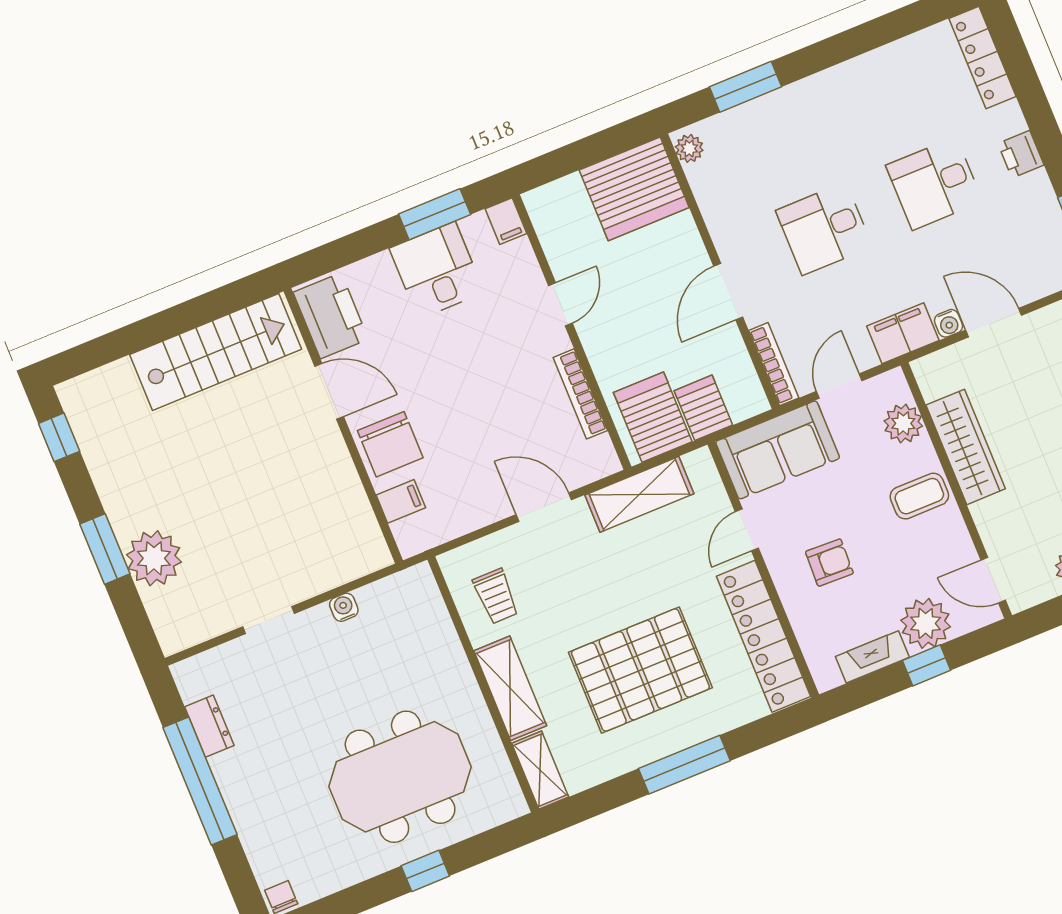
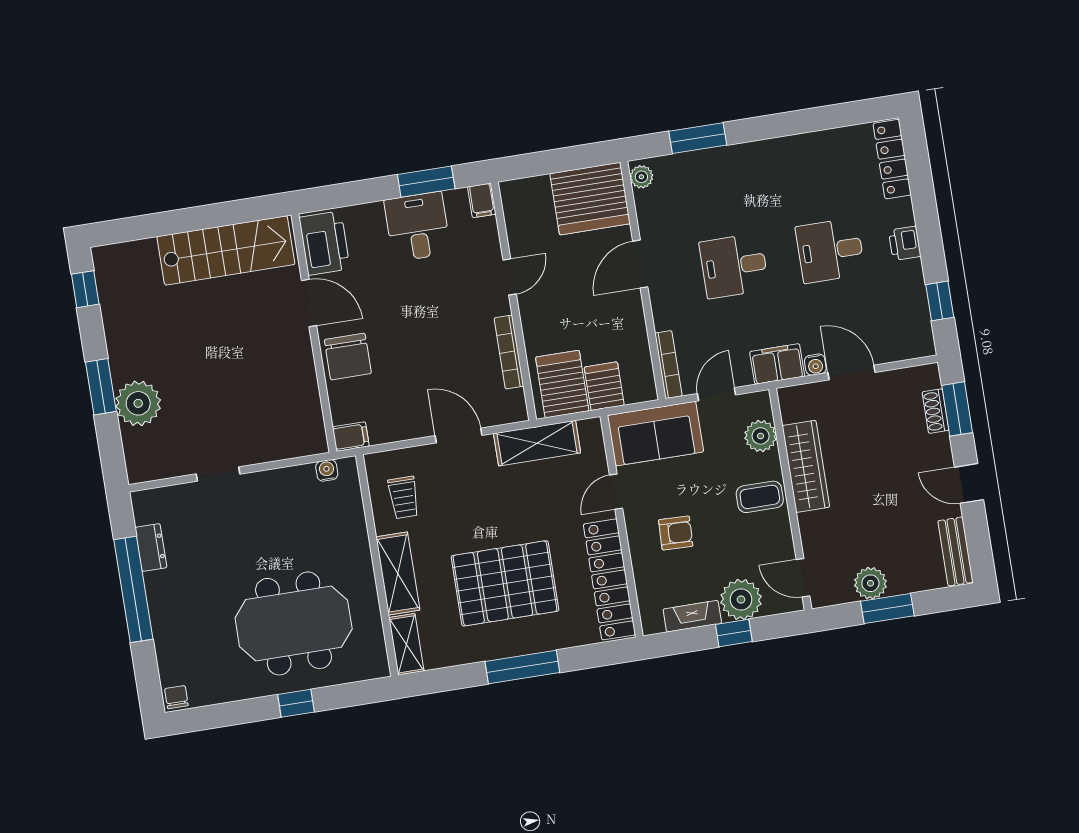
door: (728, 292) -> (640, 264), moved
filing cabinet: (401, 501) -> (351, 437), moved
water cooler: (344, 607) -> (327, 470), moved

